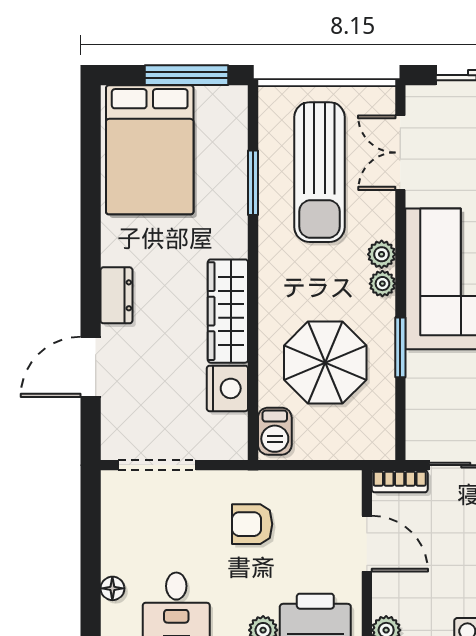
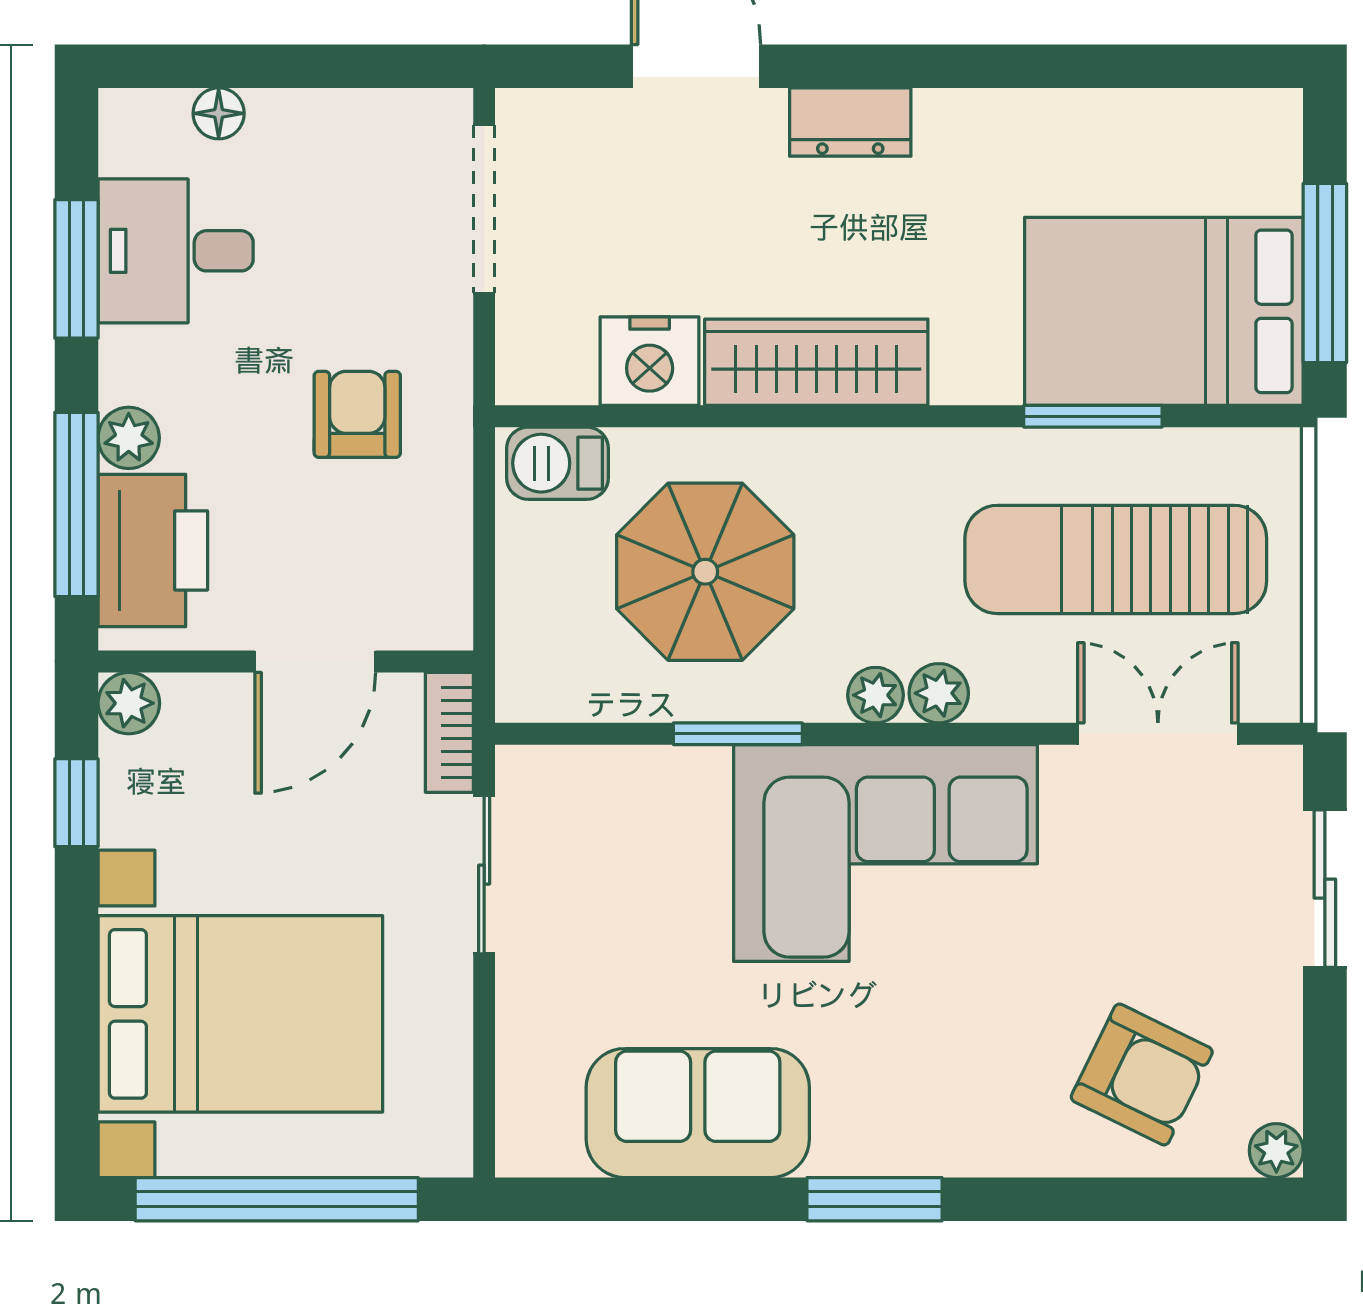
bed: (150, 150) -> (1164, 311), moved

